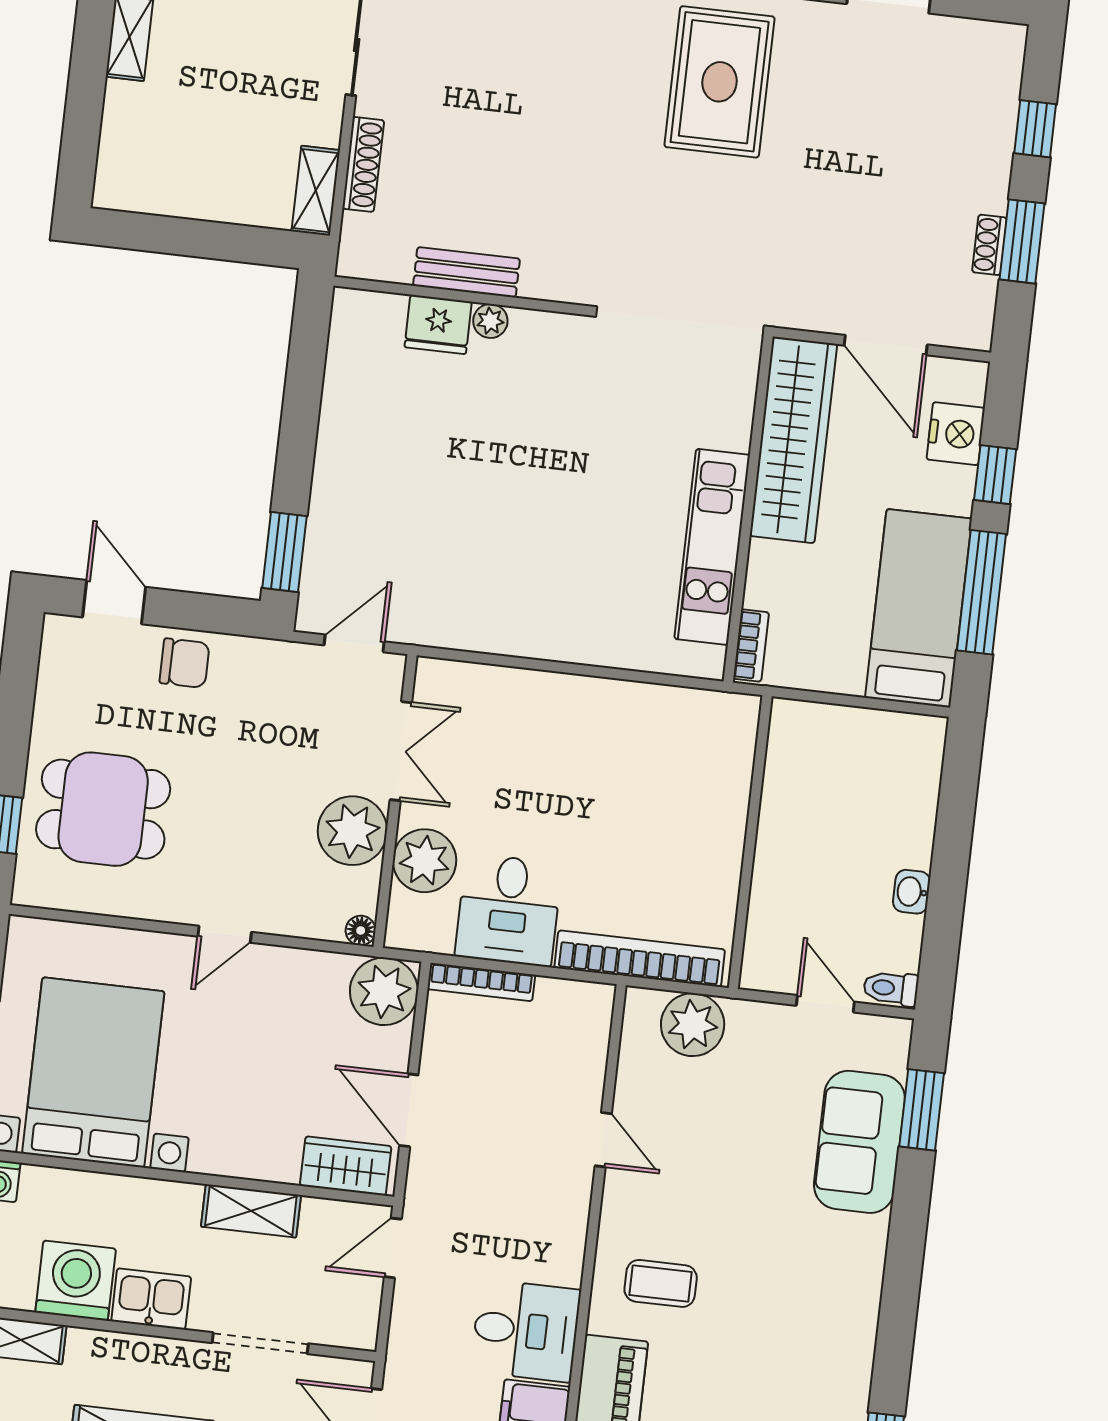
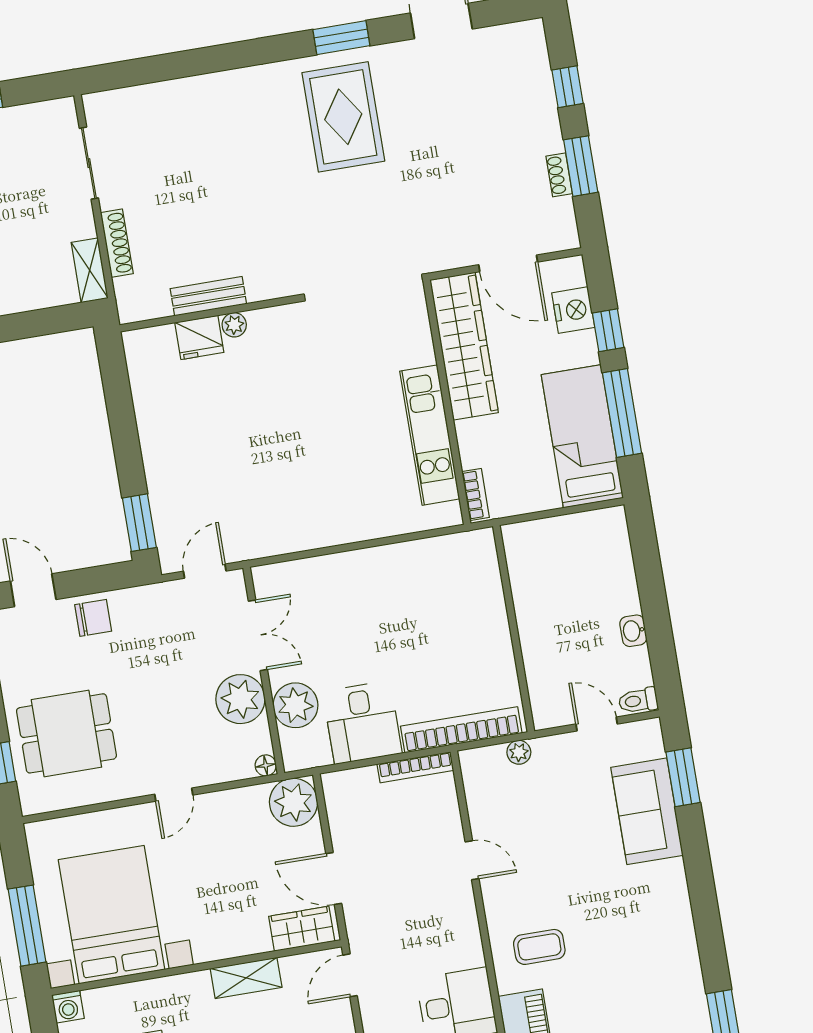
bookcase: (481, 982) -> (415, 767), moved
plant: (693, 1025) -> (519, 752), width x0.53, depth x0.53

